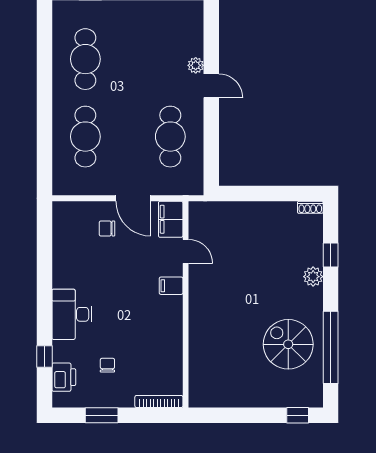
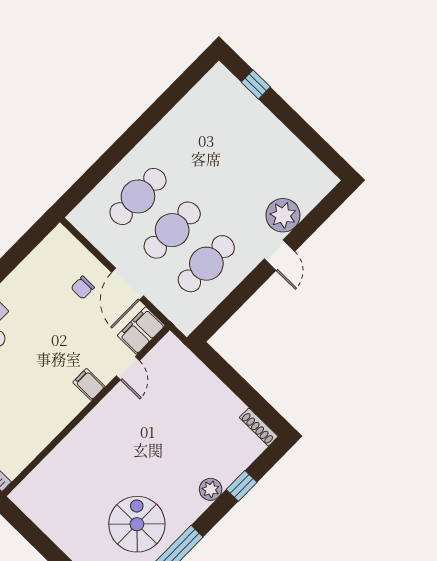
cafe table: (85, 59) -> (172, 230), moved
plant: (196, 65) -> (283, 215), width x1.88, depth x1.88
shoe rack: (310, 207) -> (259, 427), width x1.43
chair: (107, 228) -> (83, 288), turned -90

